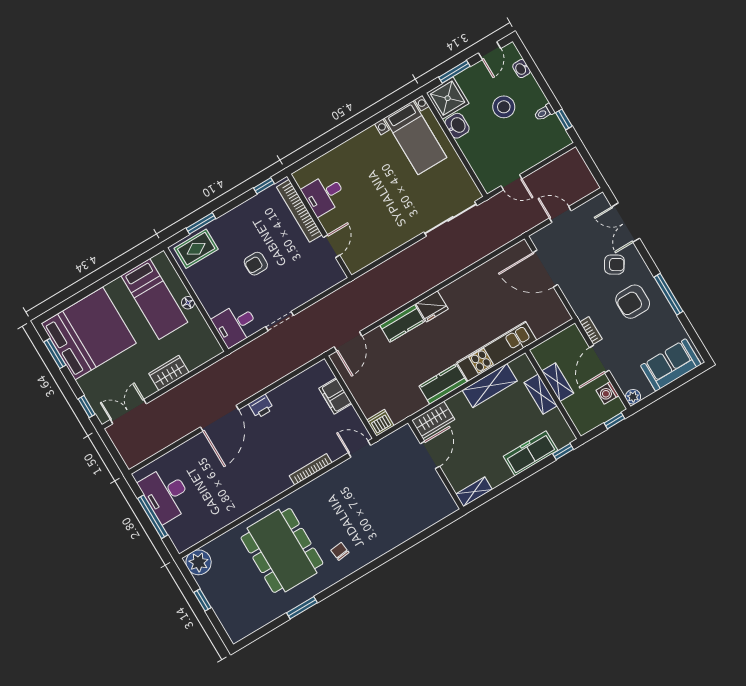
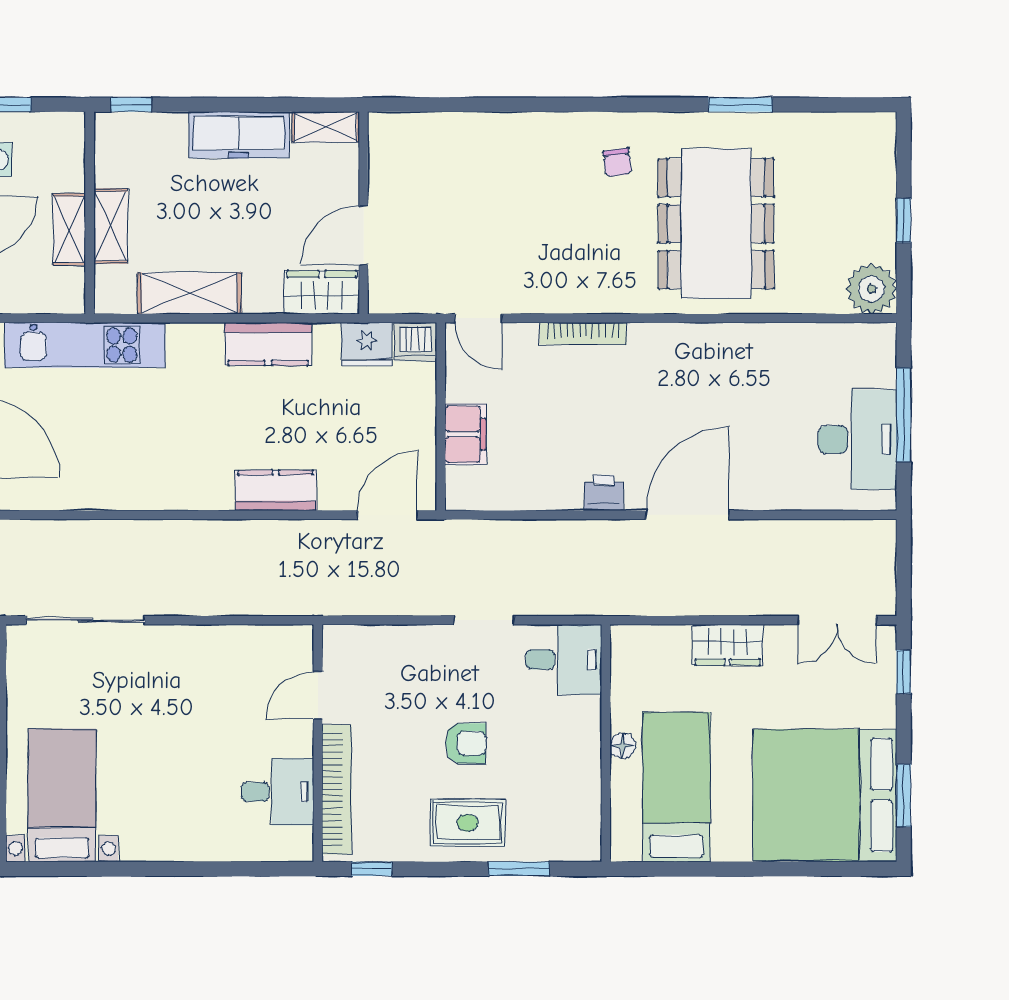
rug: (196, 249) -> (468, 823), moved
fridge: (432, 306) -> (367, 344), moved, turned 180
kitchen unit: (497, 351) -> (85, 345), moved
freezer: (530, 453) -> (239, 135), moved

